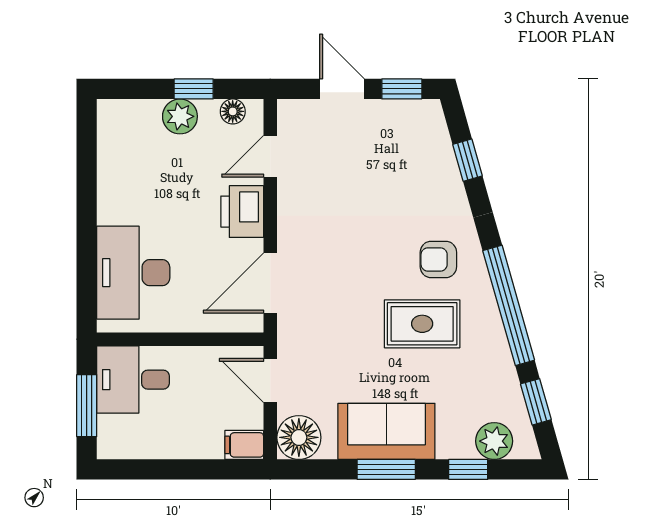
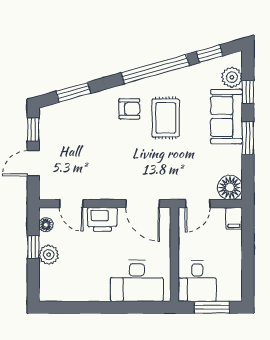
window: (468, 160) -> (73, 92), width x1.50
armchair: (438, 259) -> (129, 109), turned -90
sofa: (386, 431) -> (226, 117), moved

